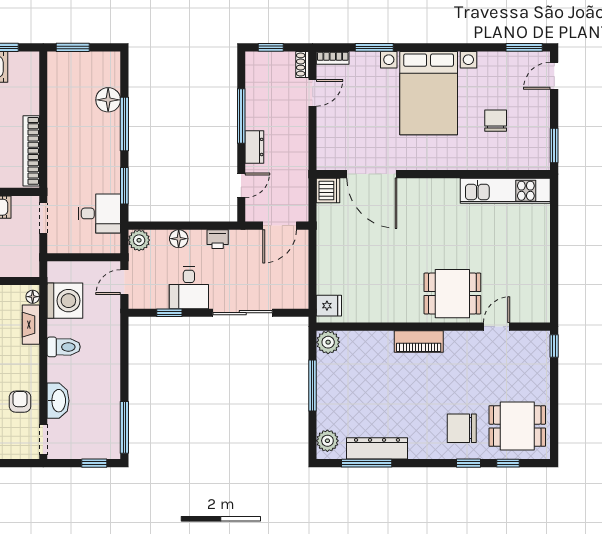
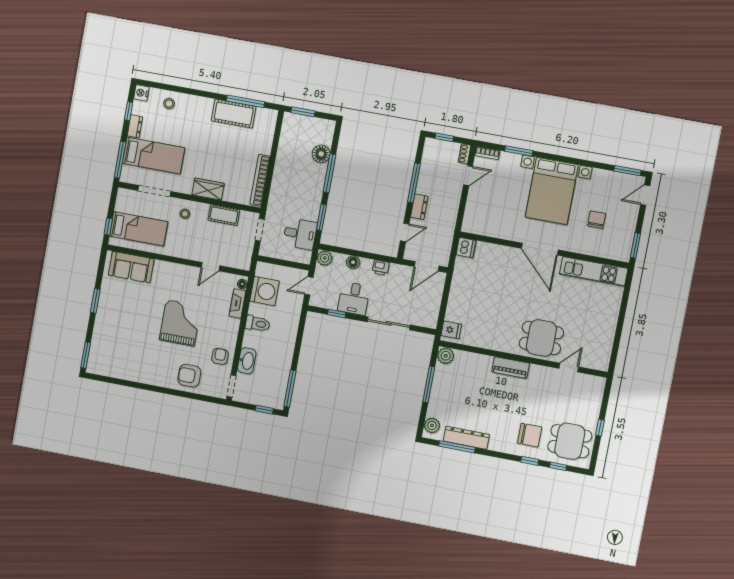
door: (372, 174) -> (540, 249), moved
window: (554, 346) -> (600, 428), moved
chair: (462, 428) -> (530, 435), turned 180

